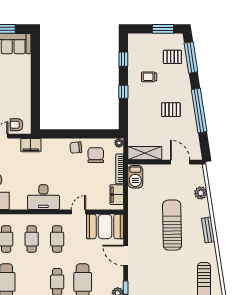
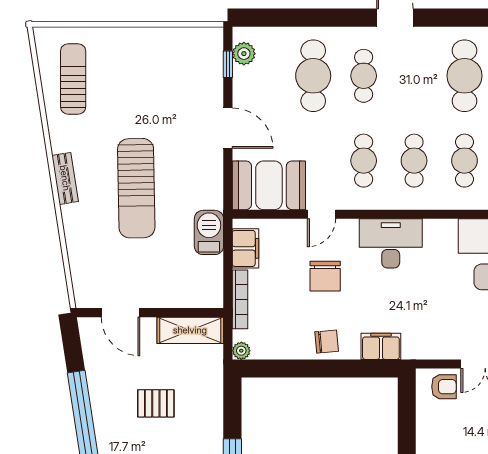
pallet: (171, 110) -> (156, 403), moved
filing cabinet: (31, 145) -> (381, 346), moved
chair: (96, 155) -> (325, 276), moved
barbecue: (135, 177) -> (209, 232), moved
plant: (201, 193) -> (80, 252), removed

